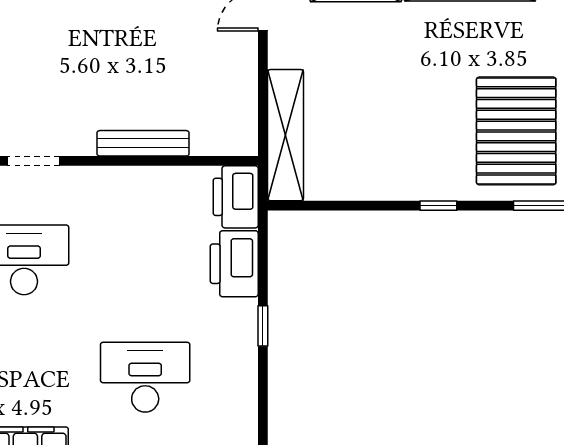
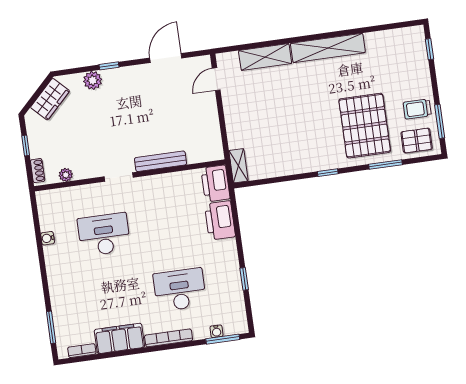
shelving: (285, 135) -> (238, 166), width x0.45, depth x0.75
doorway: (34, 161) -> (119, 177), moved
window: (263, 326) -> (244, 279), moved

